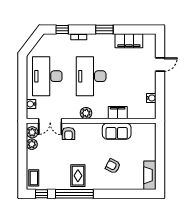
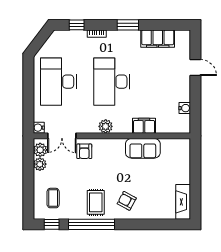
door: (160, 65) -> (195, 68), hinge flipped
water cooler: (31, 104) -> (39, 128), moved
armchair: (113, 166) -> (127, 201), moved
coffee table: (34, 178) -> (53, 198), moved

